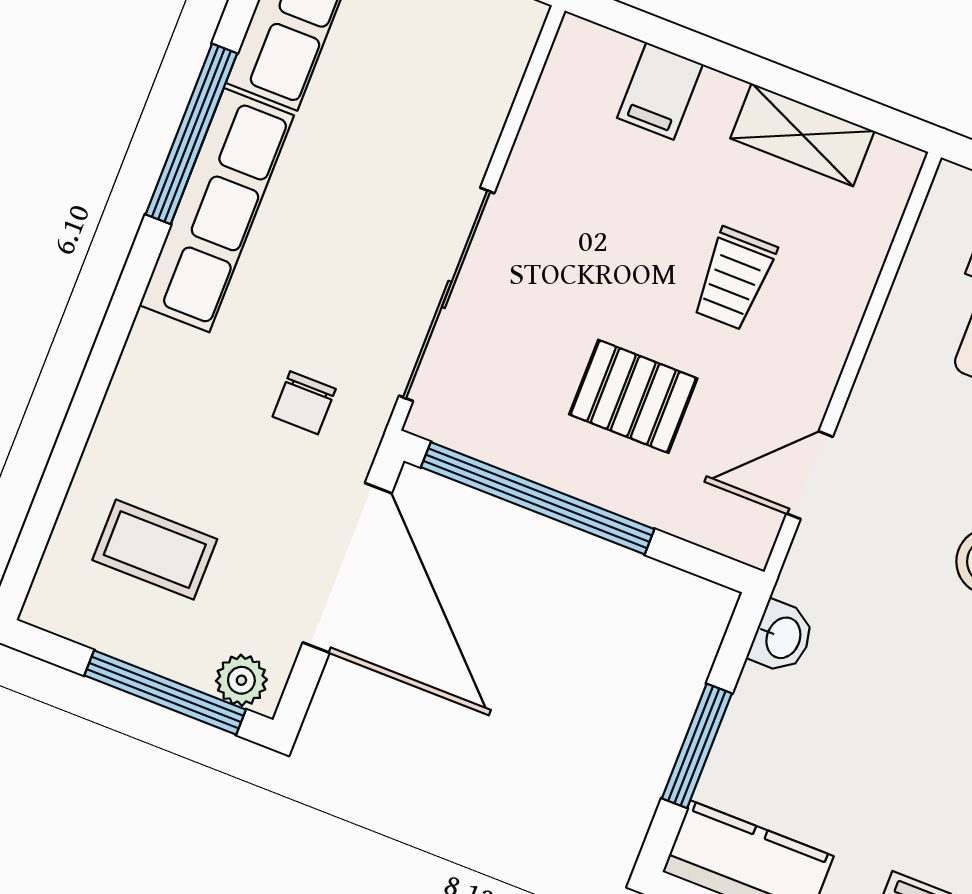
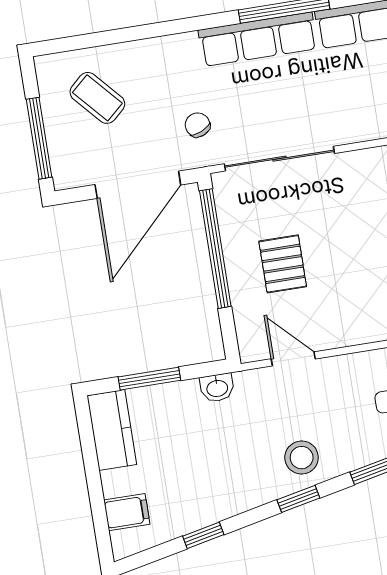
trolley: (734, 279) -> (358, 277), removed
chair: (304, 403) -> (198, 125), turned 67
coffee table: (155, 550) -> (97, 98), turned -42
plant: (241, 680) -> (63, 168), removed

